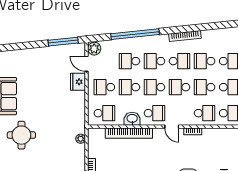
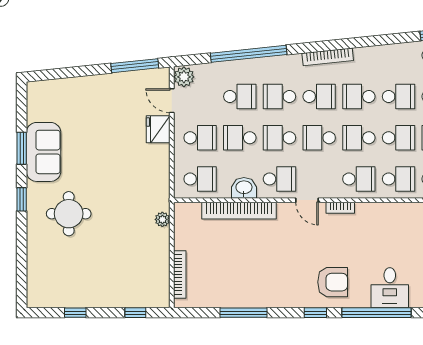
school desk: (129, 61) -> (240, 97), turned 180
school desk: (104, 87) -> (200, 138), turned 180

